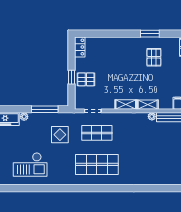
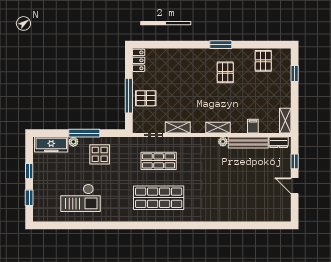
window: (72, 77) -> (129, 96), width x2.17
shelving: (126, 104) -> (178, 128), moved
window: (45, 109) -> (84, 133), moved
display table: (60, 135) -> (100, 154), moved

